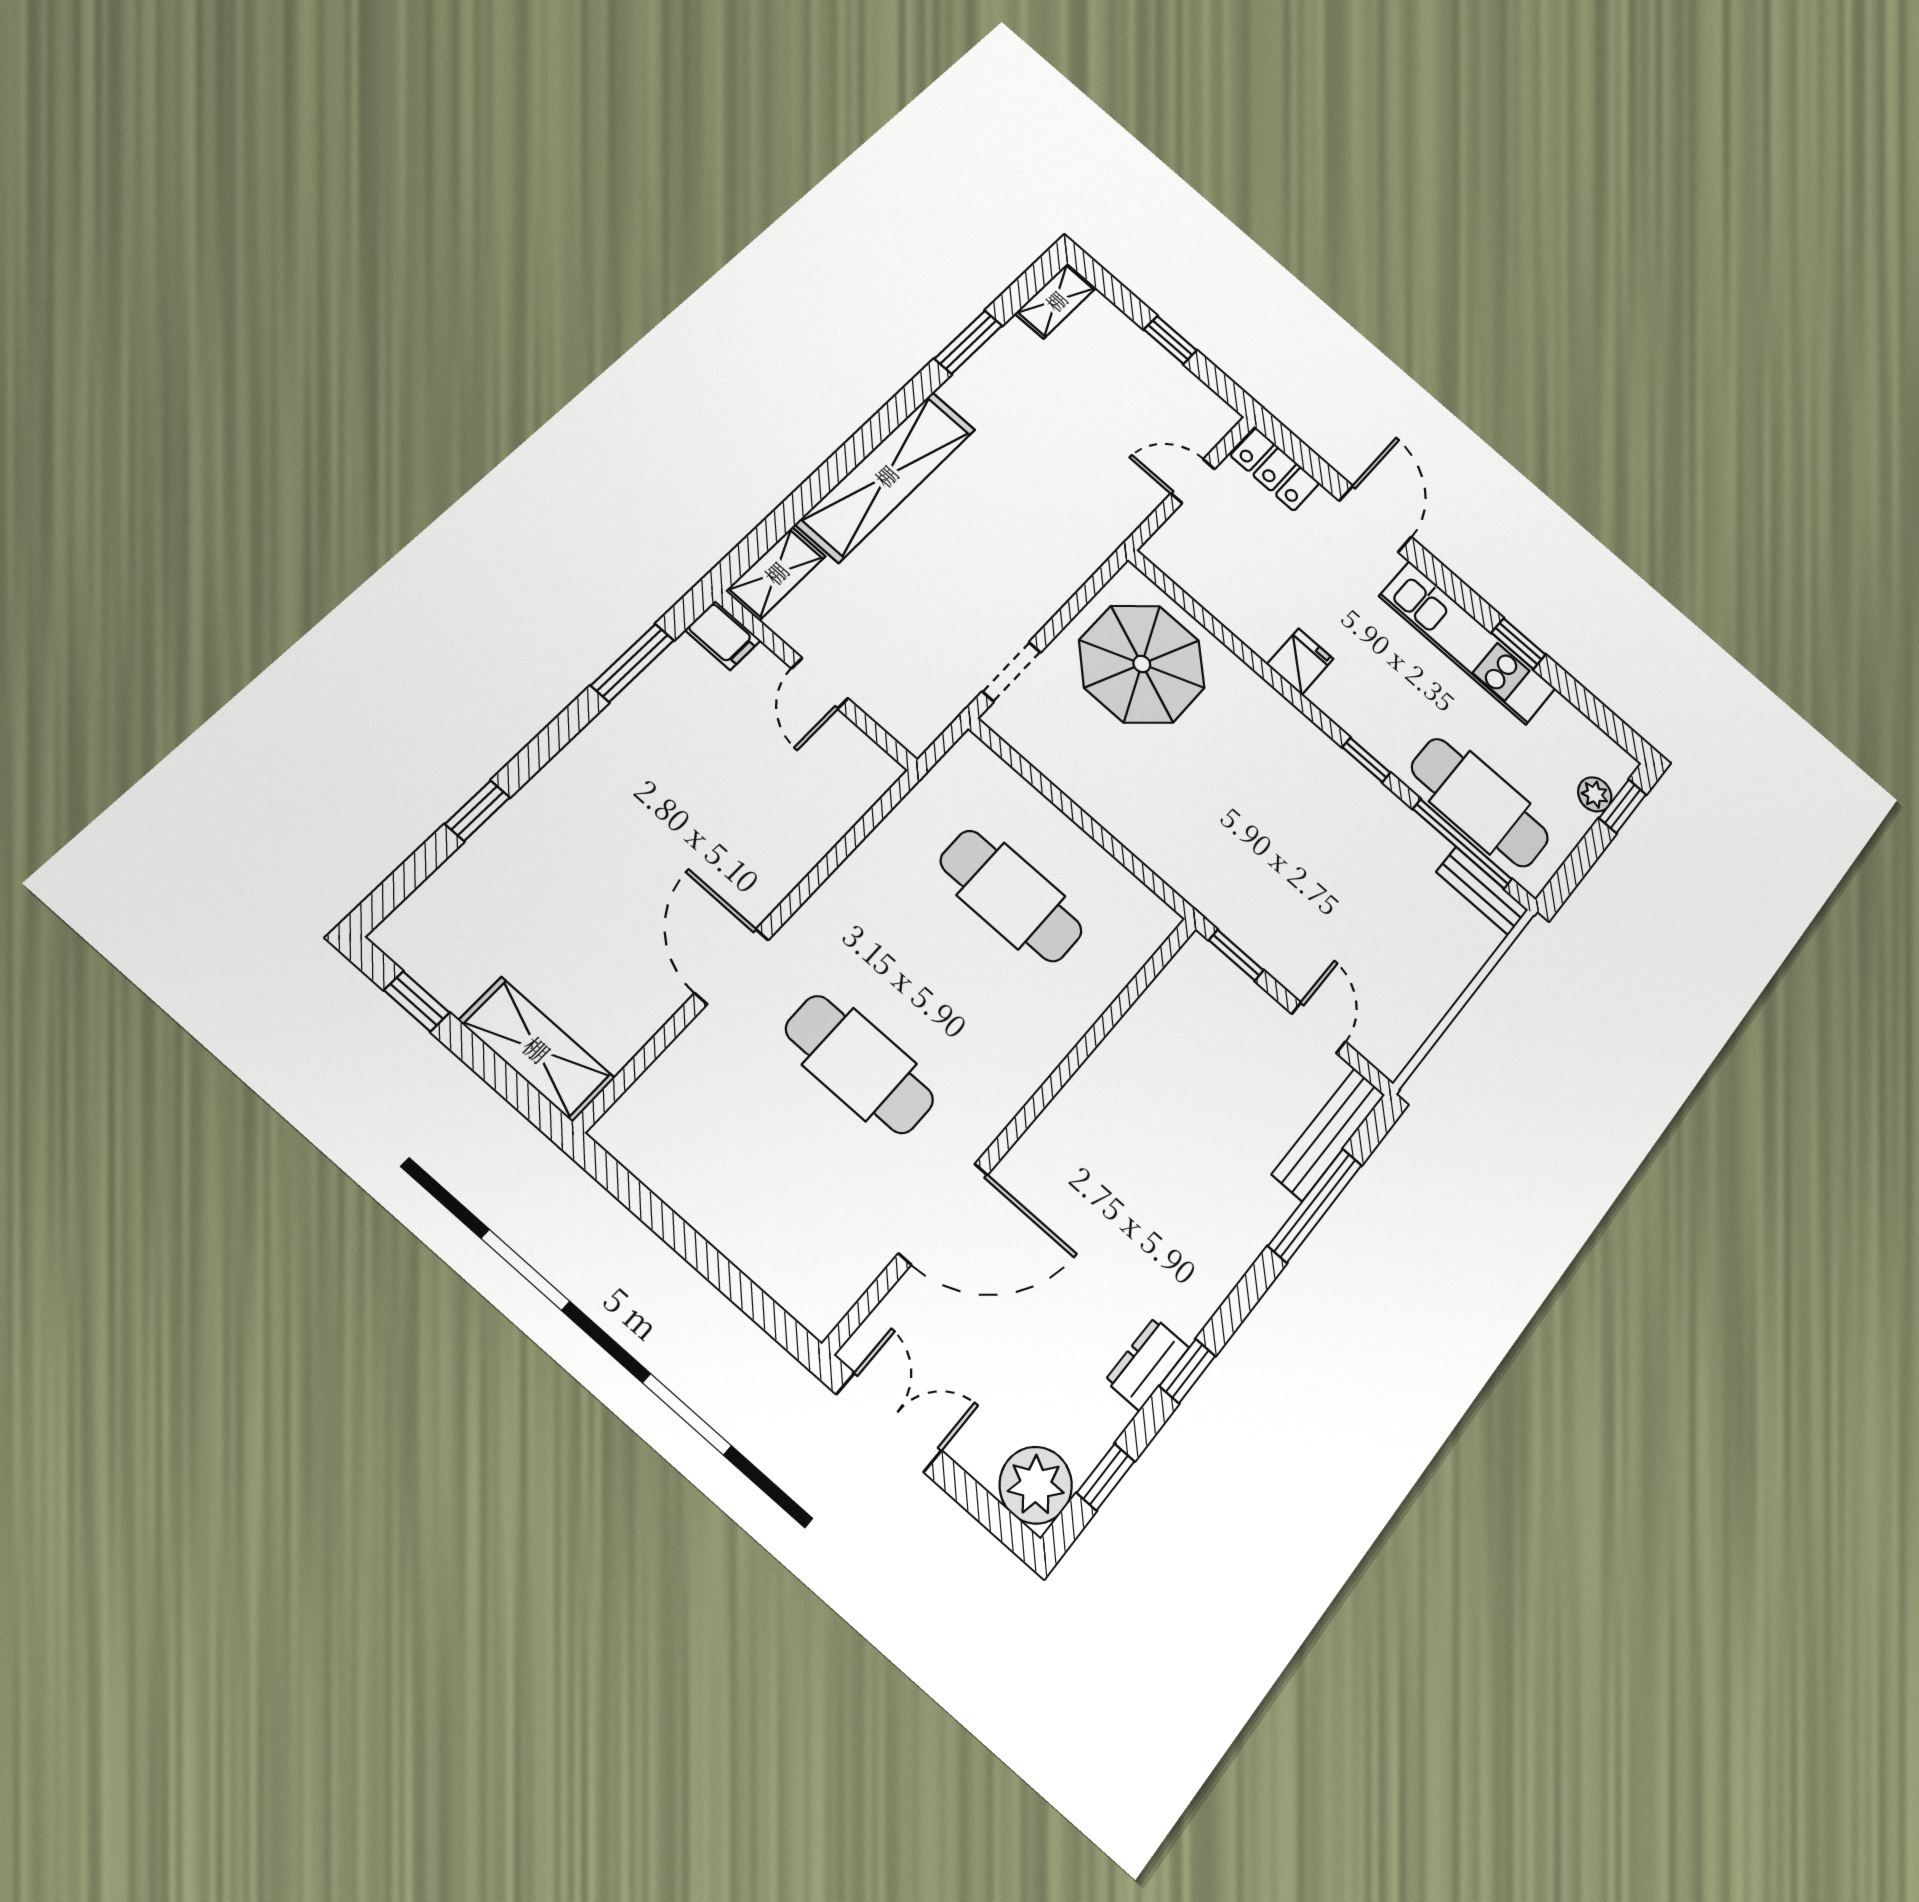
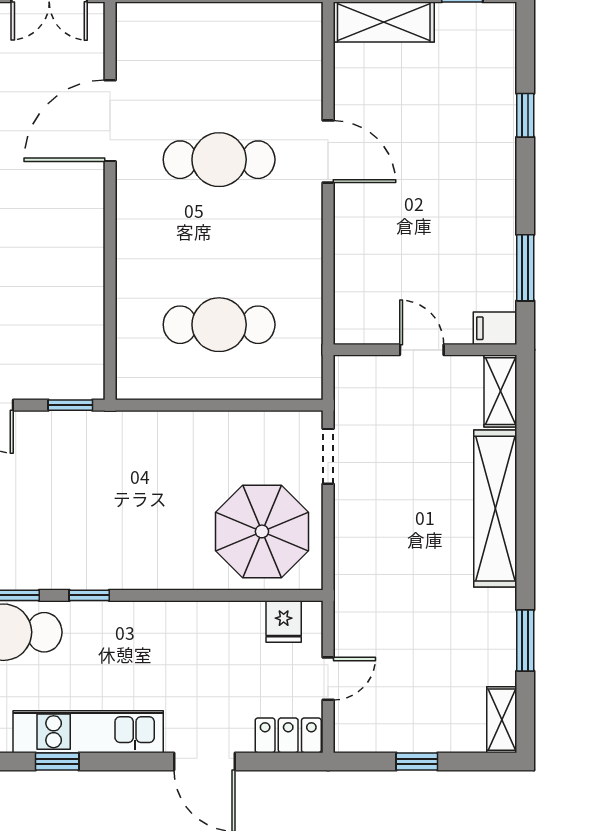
fridge: (1300, 662) -> (284, 622), moved

